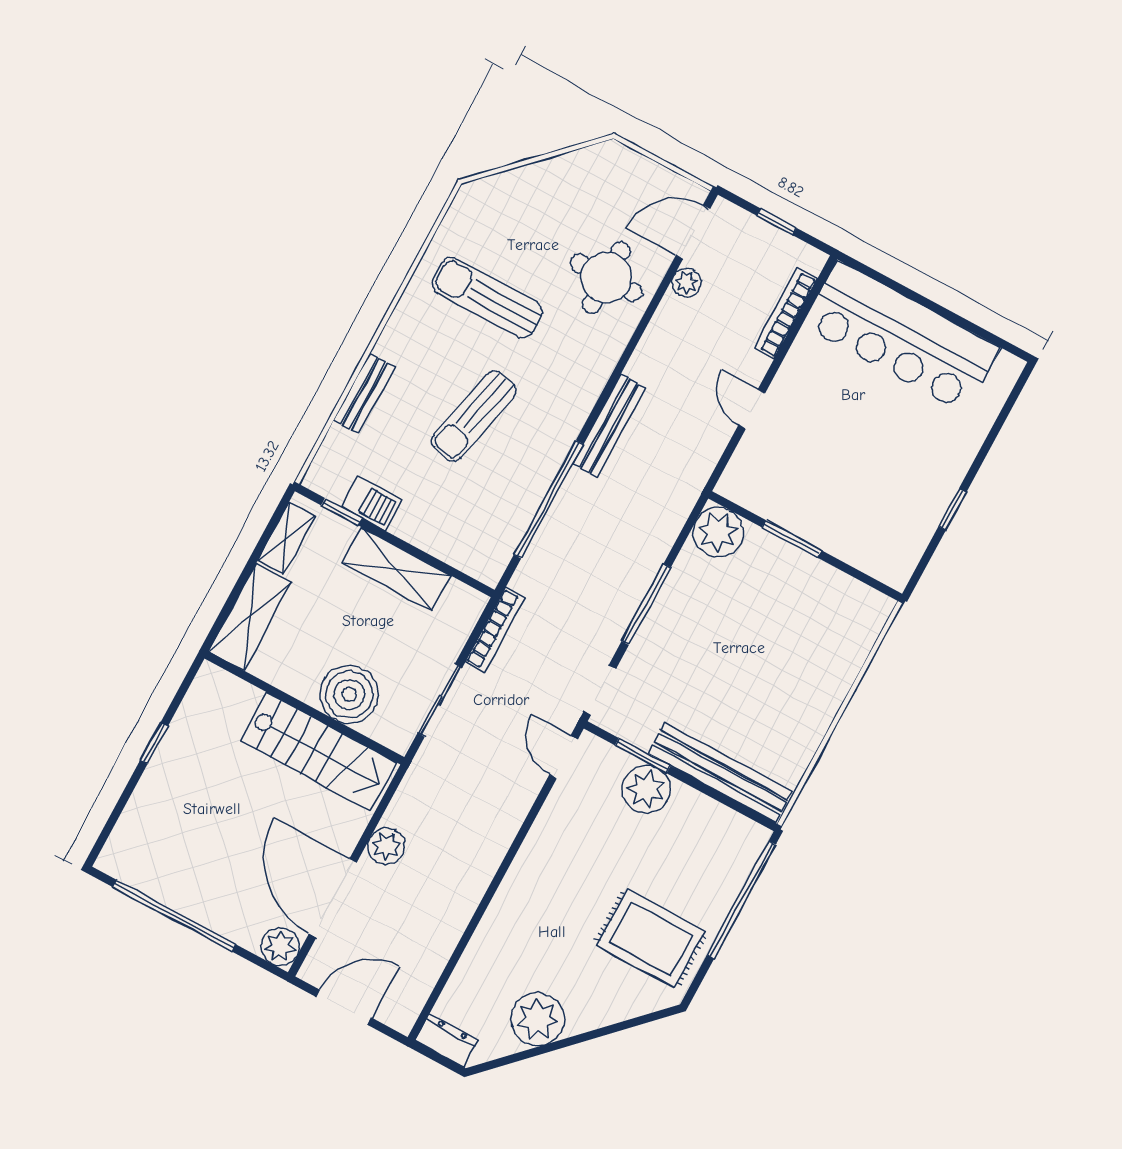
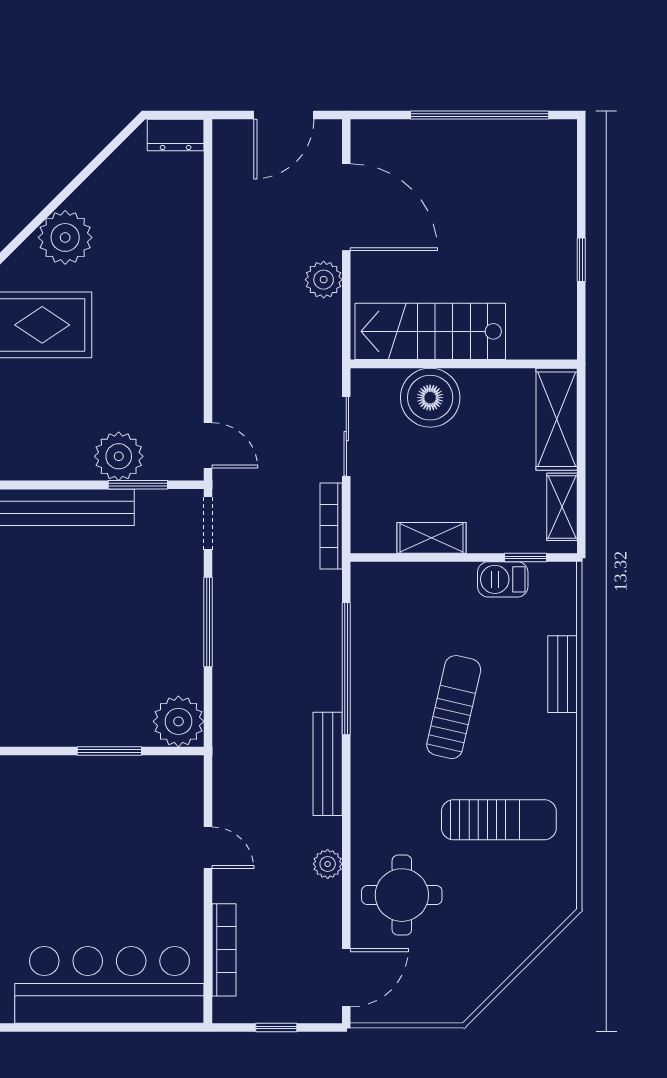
plant: (687, 283) -> (328, 864), moved
shelving: (396, 569) -> (431, 538), width x0.67, depth x0.75
plant: (280, 946) -> (370, 139), removed
plant: (538, 1019) -> (65, 237), moved

